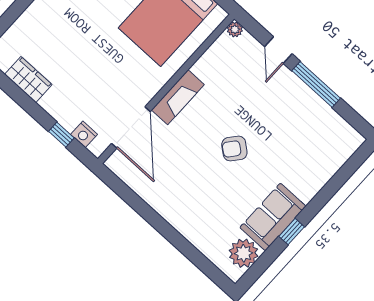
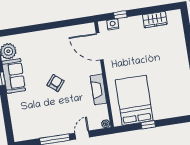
door: (278, 50) -> (82, 135), hinge flipped
fireplace: (178, 97) -> (98, 89), moved

